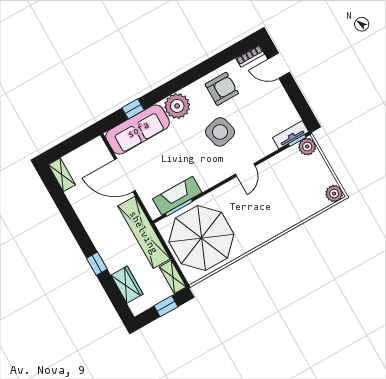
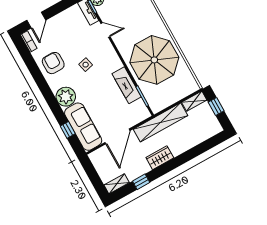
side table: (220, 132) -> (86, 65), width x0.54, depth x0.54
door: (245, 170) -> (105, 30), moved
fireplace: (177, 196) -> (127, 85), moved
parasol: (201, 238) -> (154, 60), moved
window: (97, 264) -> (141, 182), moved
wardrobe: (127, 285) -> (160, 158), moved

